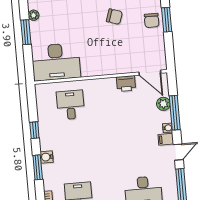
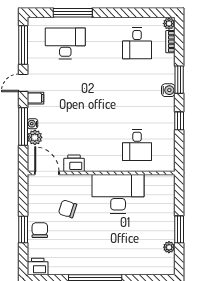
chair: (114, 17) -> (68, 209), moved
desk: (56, 62) -> (118, 194), moved
water cooler: (168, 128) -> (33, 124), moved

